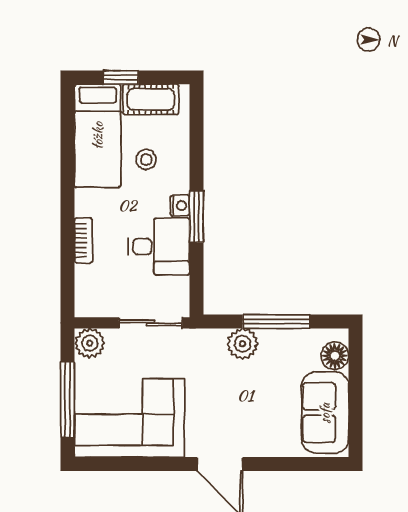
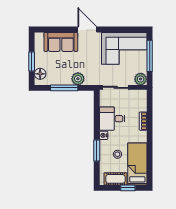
window: (196, 217) -> (97, 151), moved
window: (356, 386) -> (32, 61), added
sofa: (325, 413) -> (61, 42), moved, turned 90

